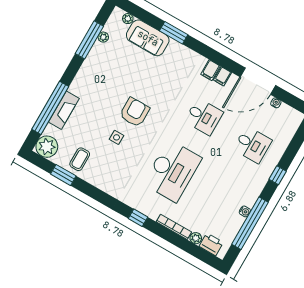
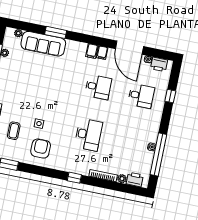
sofa: (148, 38) -> (43, 44), width x1.36
door: (258, 81) -> (129, 48), hinge flipped
armchair: (135, 112) -> (41, 149), moved
printer: (287, 114) -> (159, 64), added
coffee table: (80, 159) -> (14, 131), moved
desk: (172, 171) -> (88, 135), width x0.73, depth x0.77
window: (278, 175) -> (170, 96), moved

